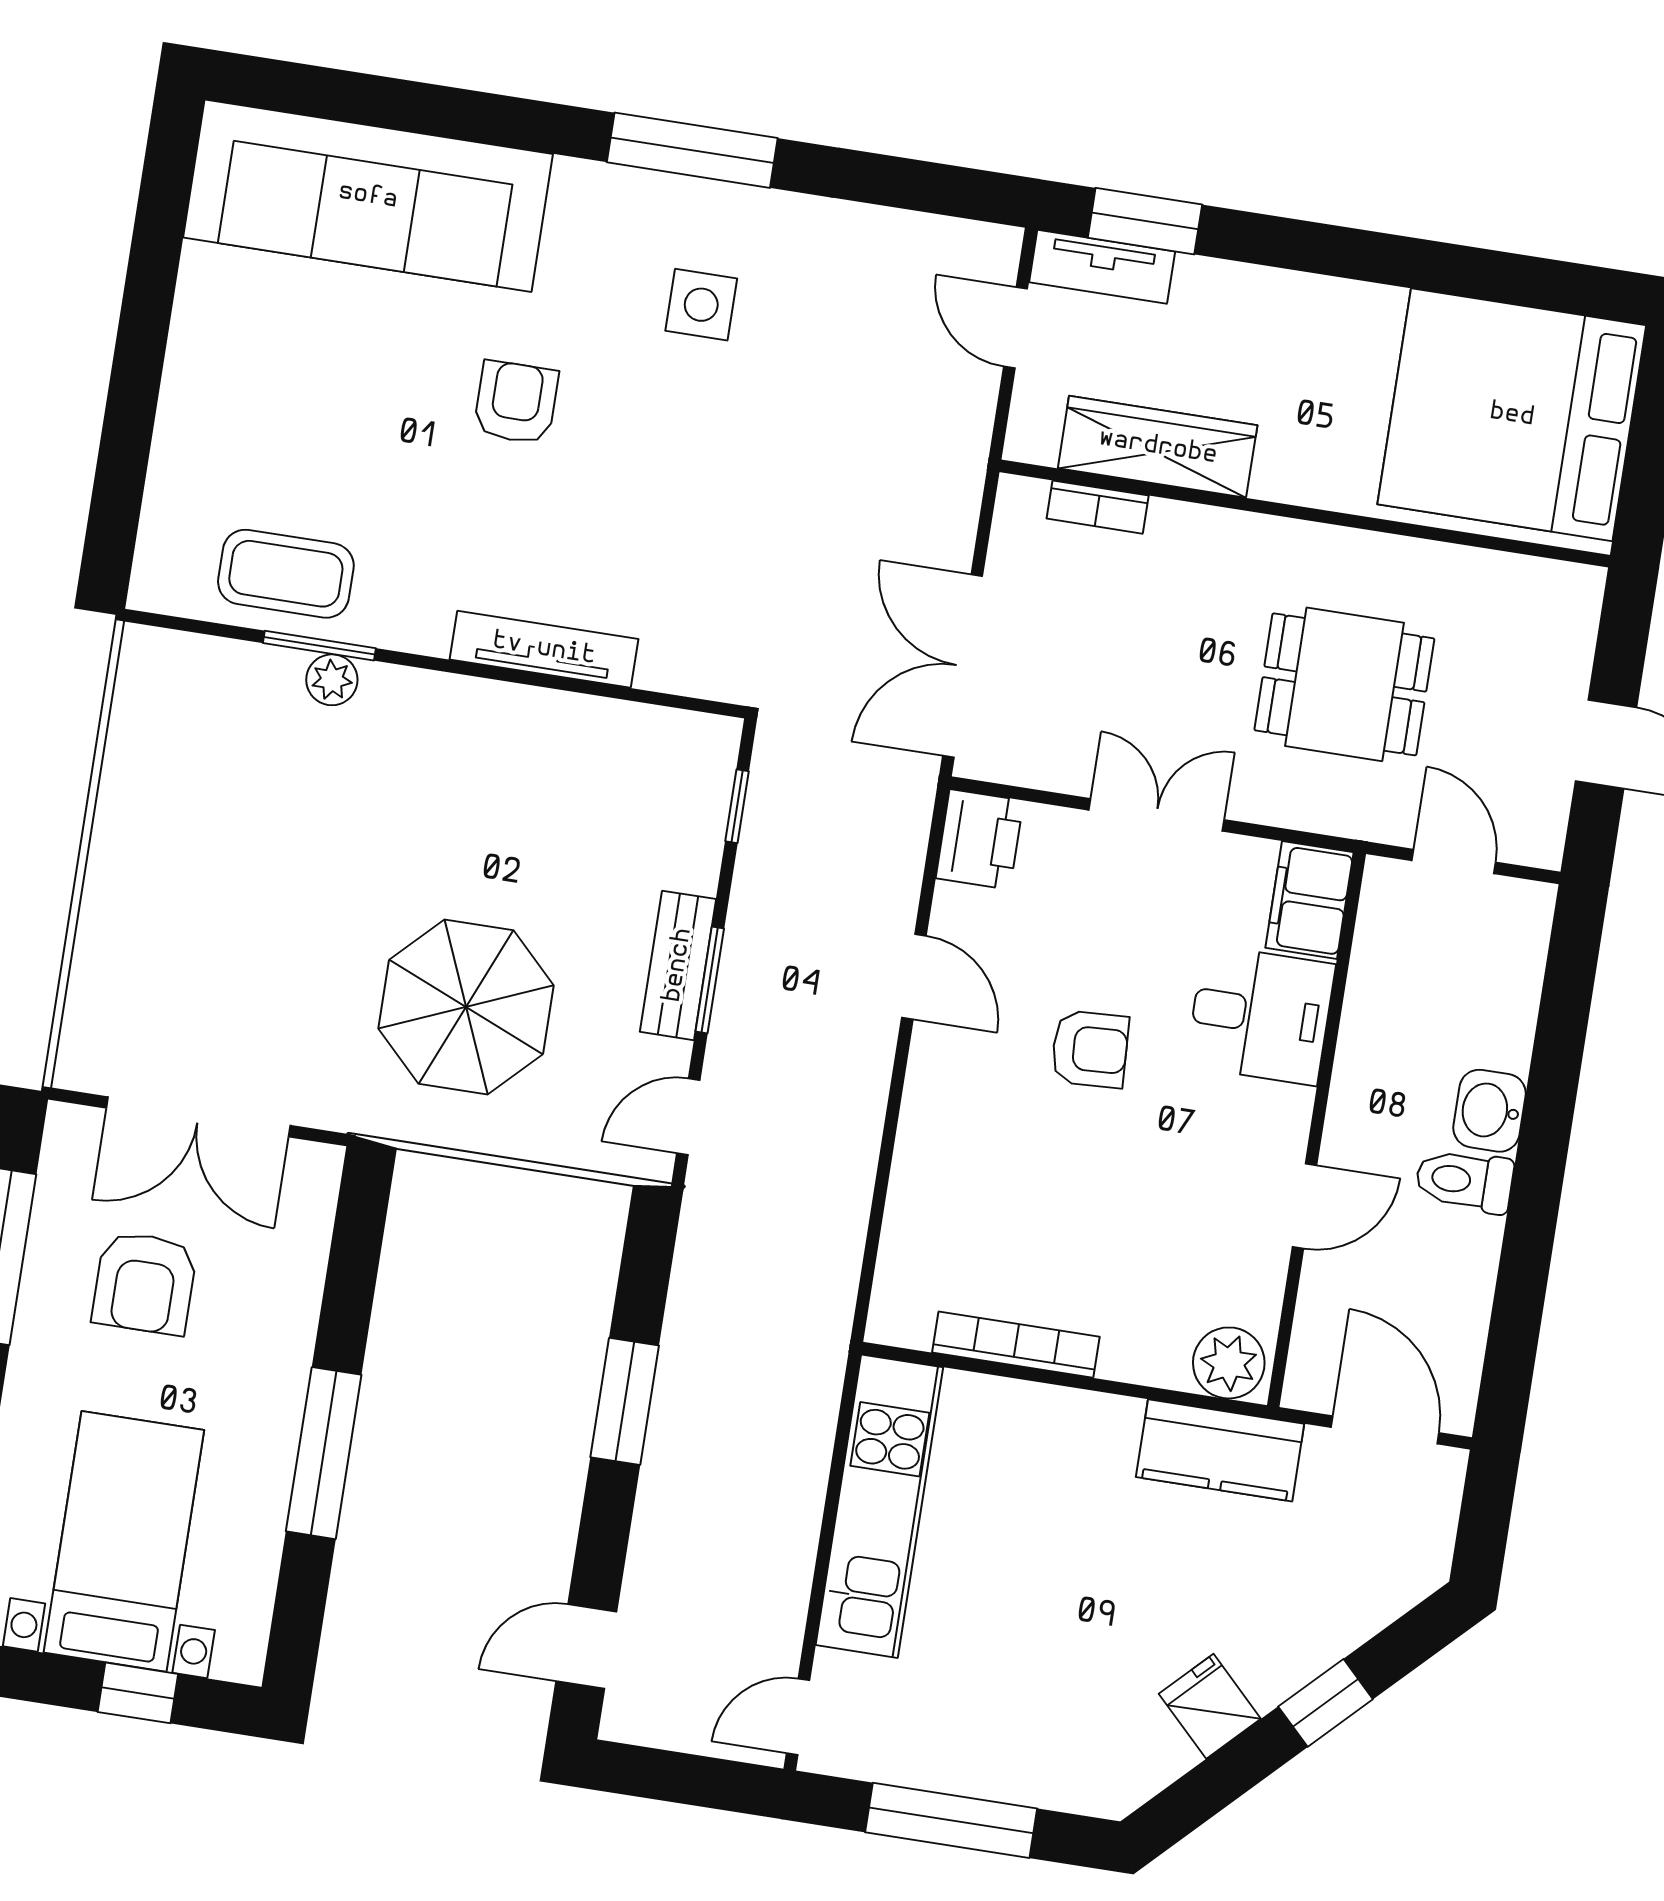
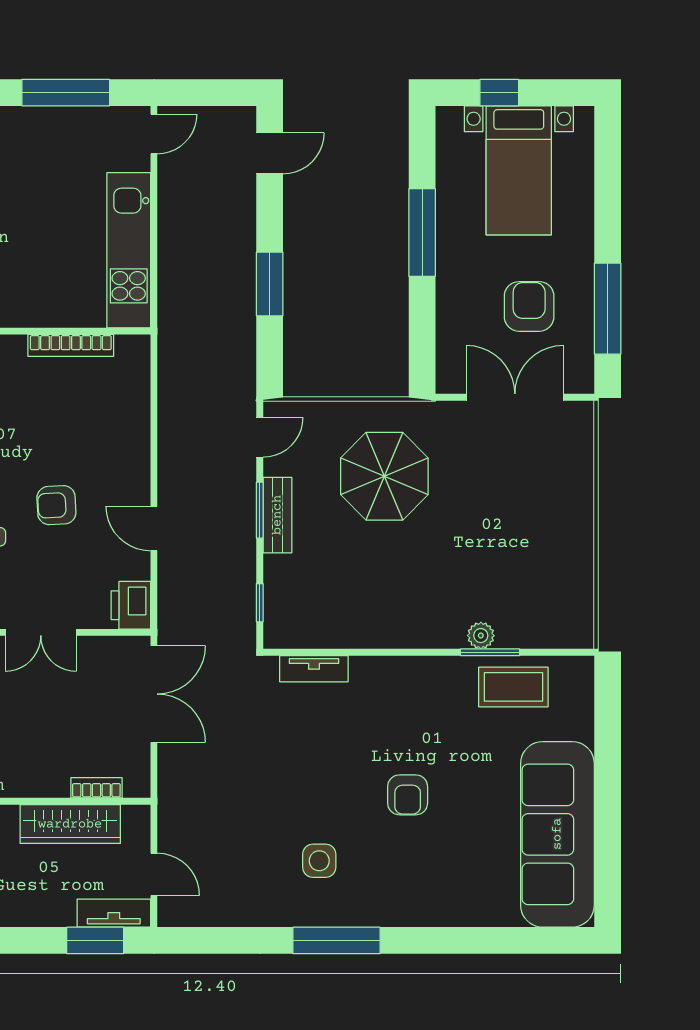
sofa: (368, 196) -> (557, 834), moved, turned -90
tv unit: (544, 649) -> (314, 669), moved, width x0.71

